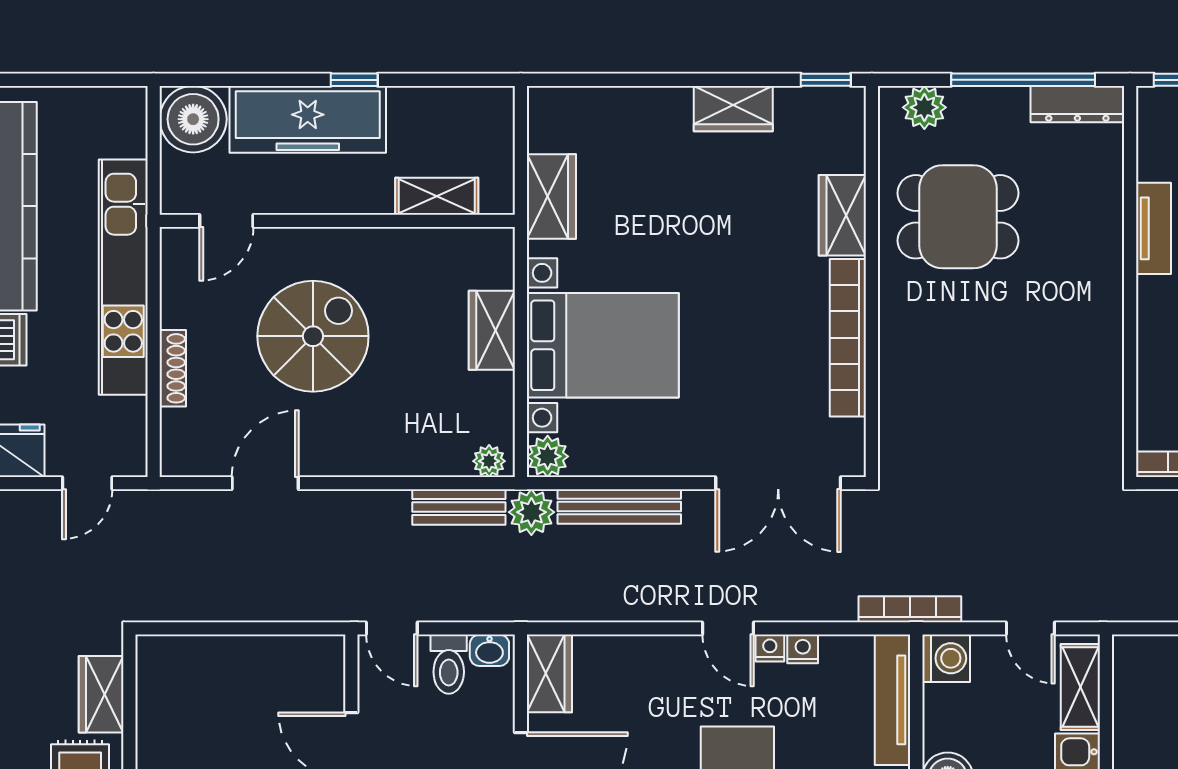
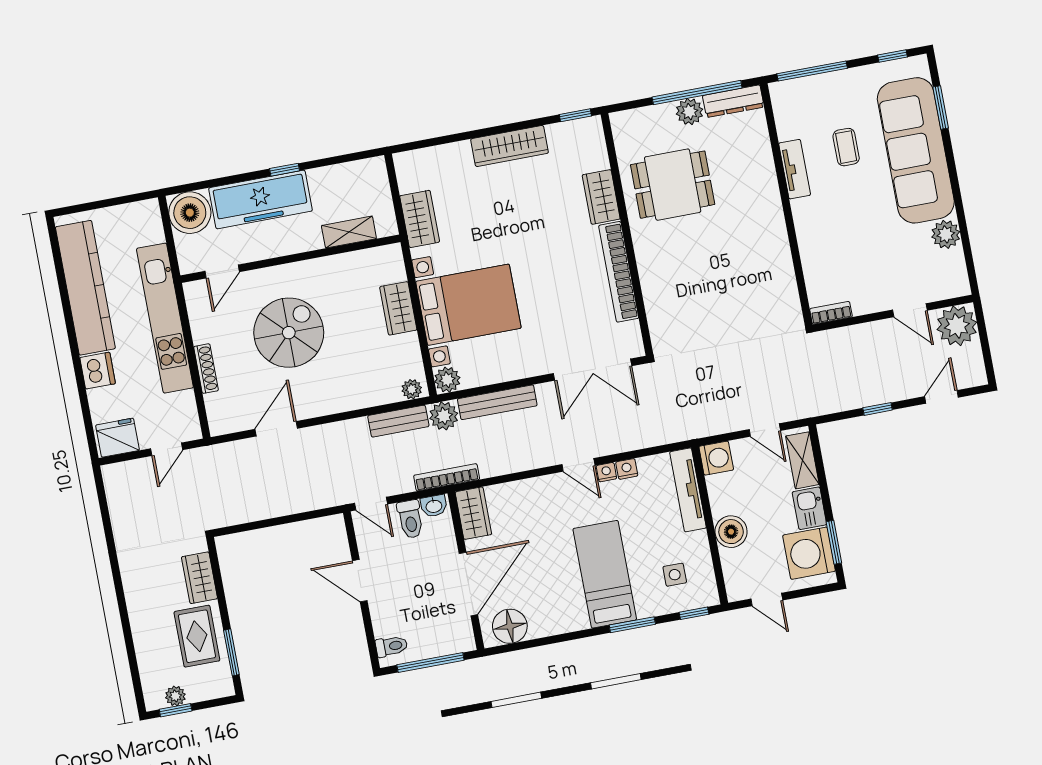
plant: (924, 107) -> (690, 112), moved
wardrobe: (733, 109) -> (510, 146), width x1.50
bookcase: (910, 609) -> (447, 477), moved

